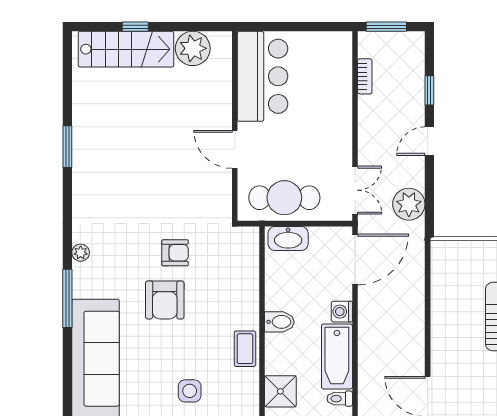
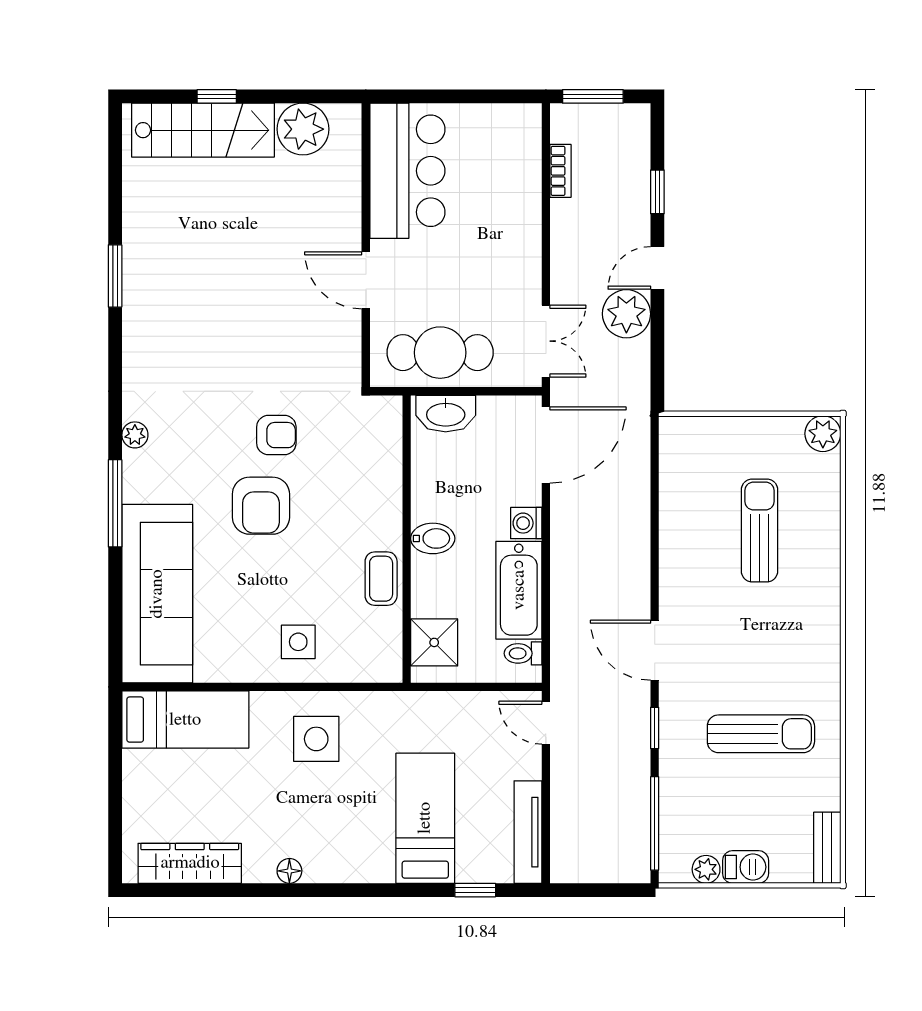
plant: (409, 204) -> (626, 314), moved

